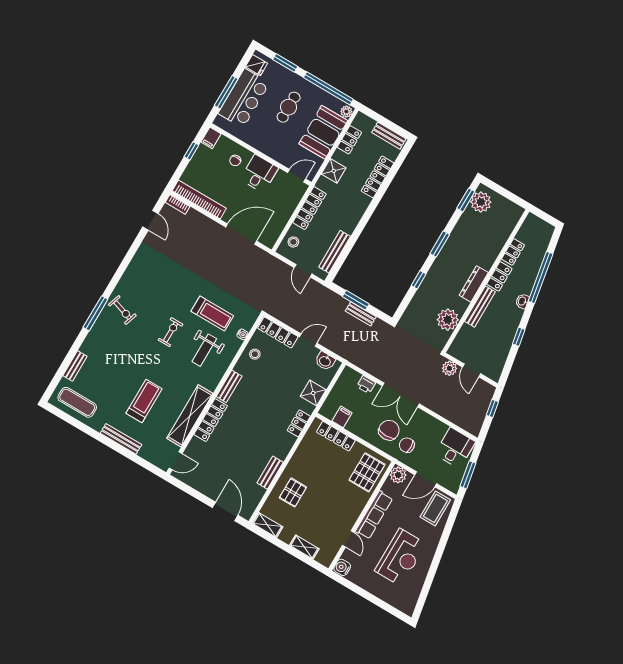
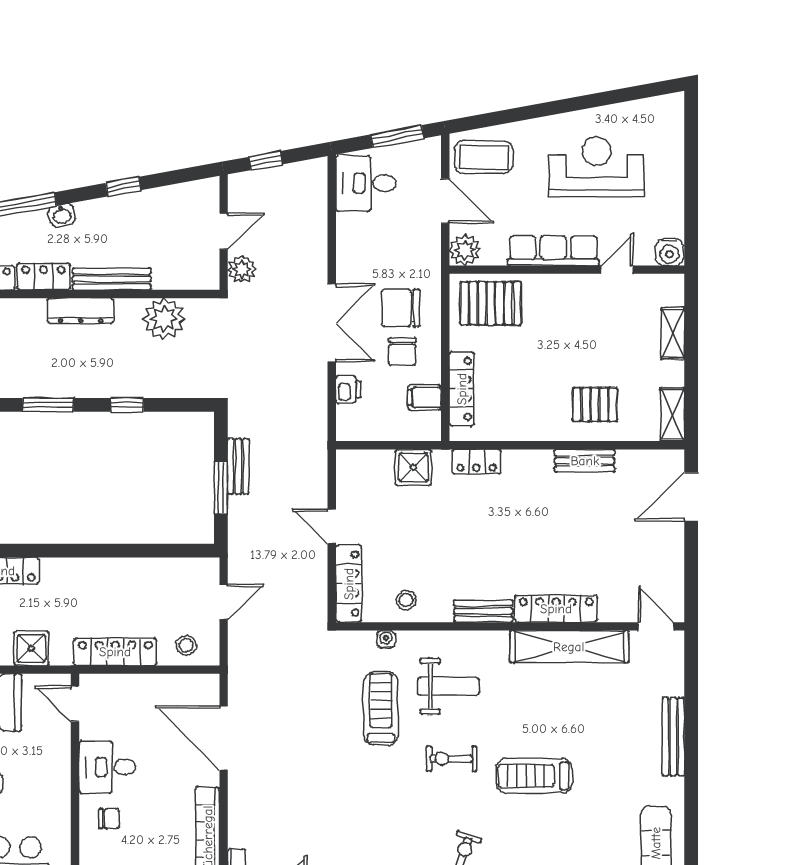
bench: (335, 252) -> (162, 569), removed
washbasin: (325, 361) -> (350, 479), removed
treadmill: (144, 401) -> (534, 776), moved
chair: (407, 445) -> (402, 352), moved

